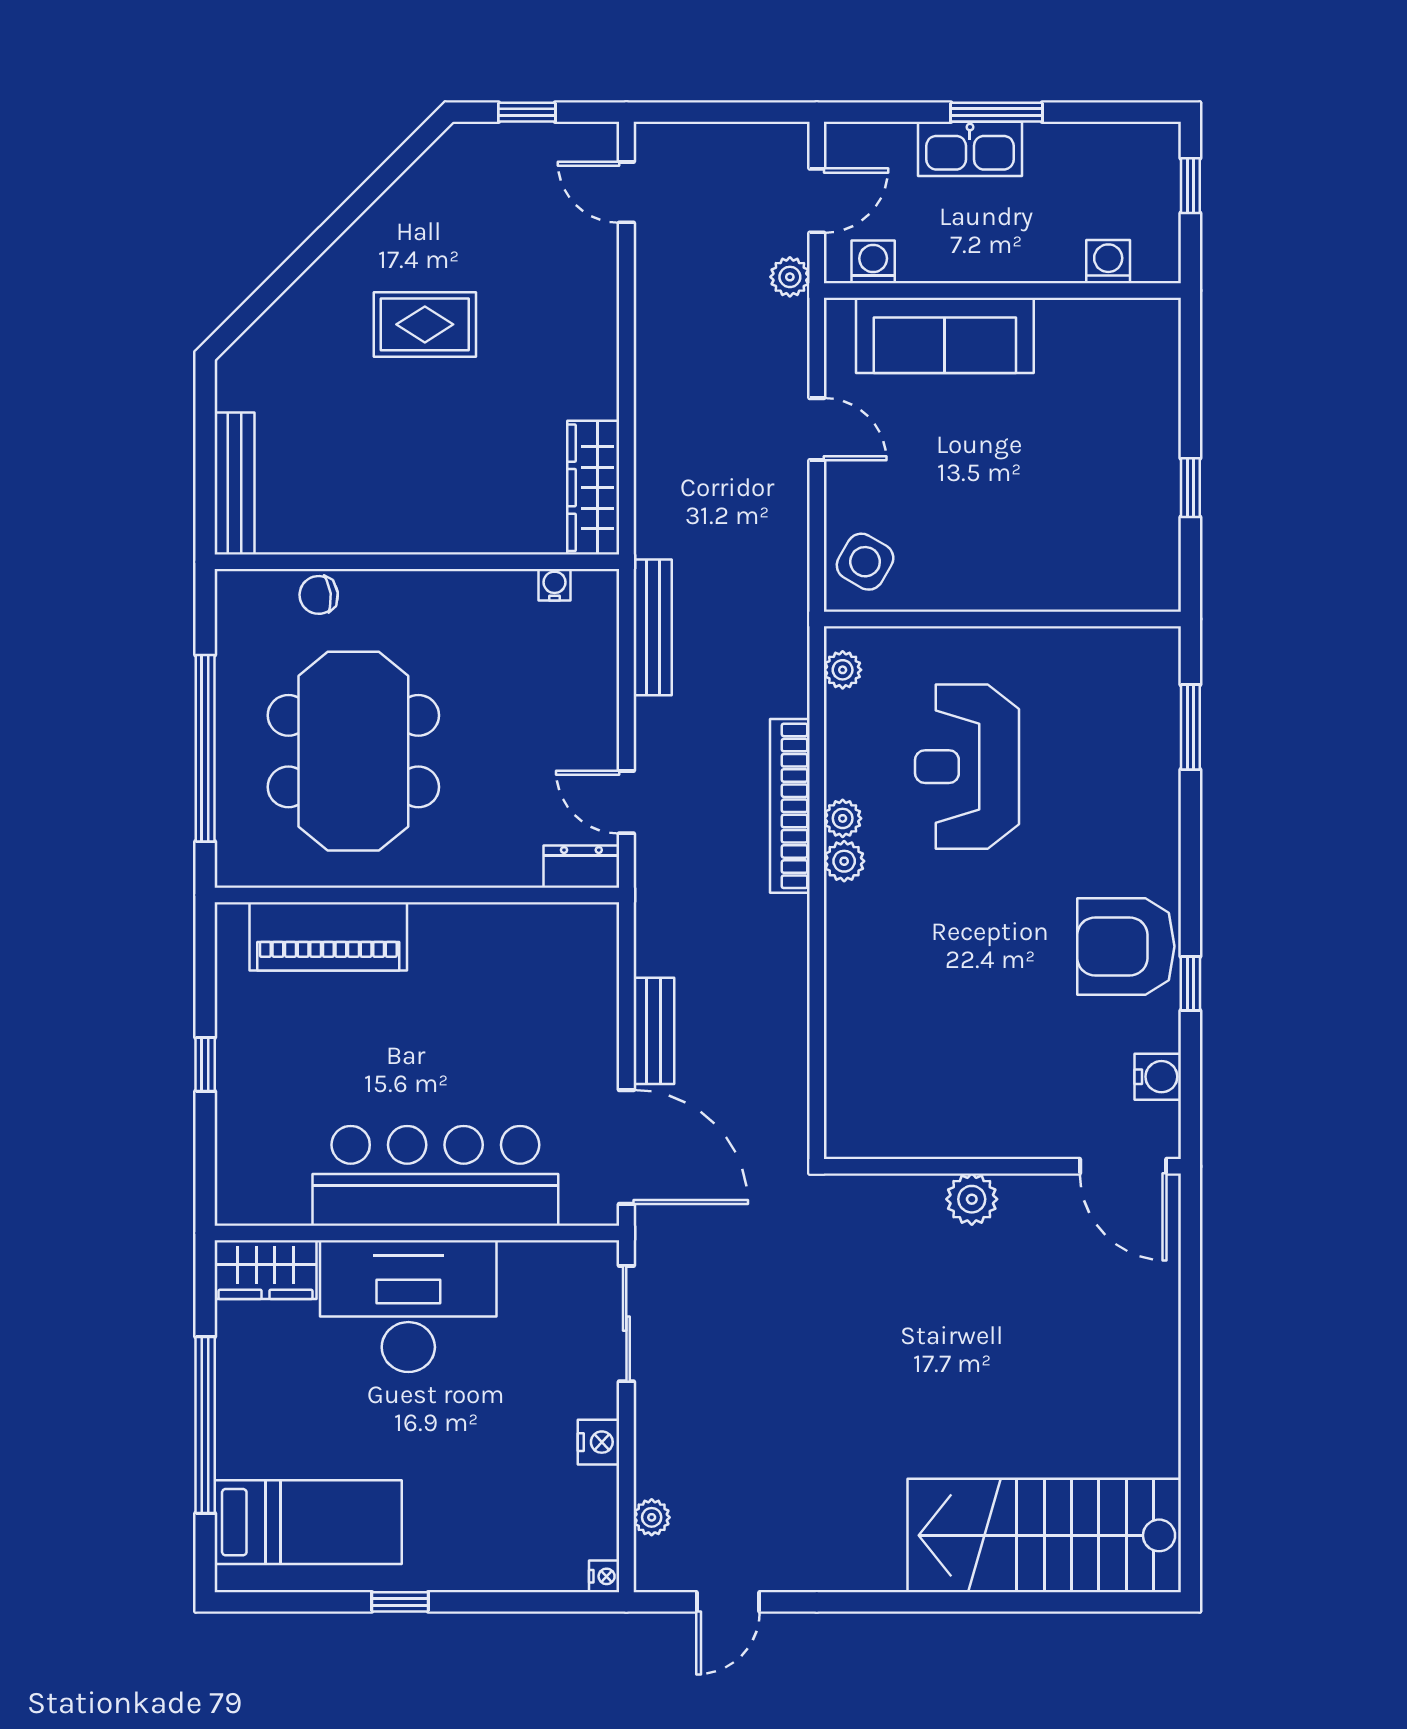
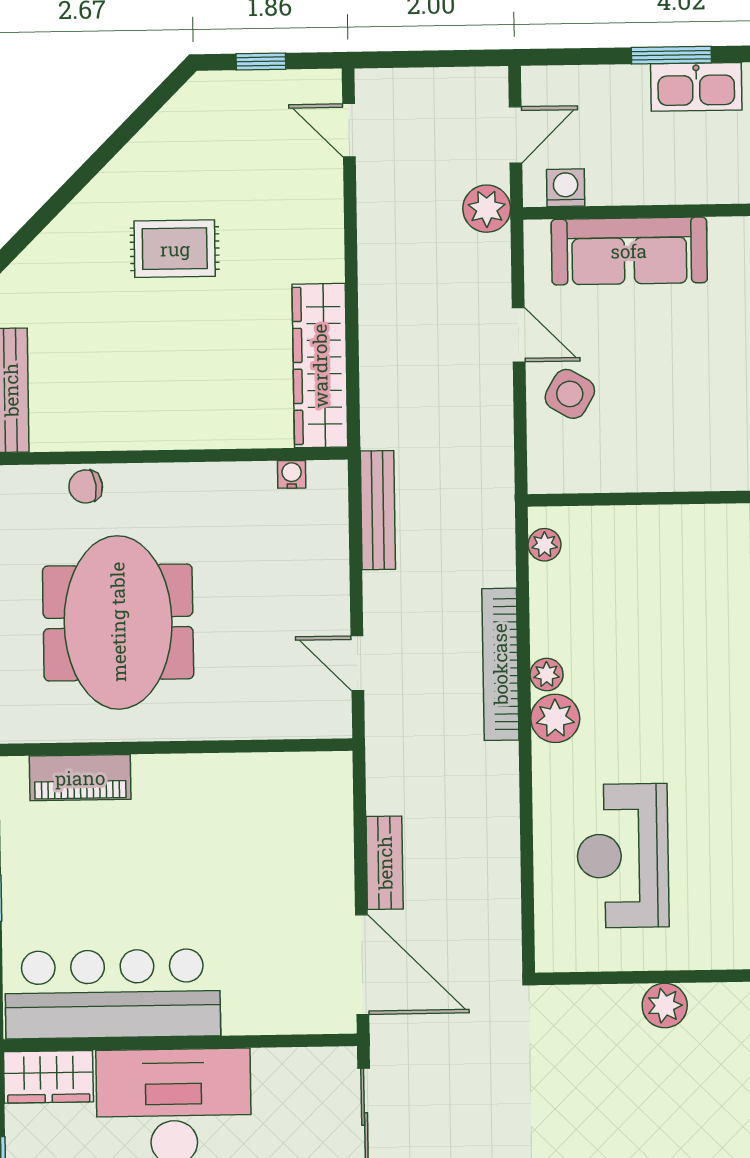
kitchen sink: (970, 149) -> (696, 87), moved
plant: (790, 277) -> (487, 209), width x1.38, depth x1.38
wardrobe: (593, 488) -> (320, 366), width x1.40, depth x1.17
side table: (865, 562) -> (570, 394), moved
reception desk: (967, 767) -> (623, 856), moved
plant: (844, 861) -> (555, 718), width x1.38, depth x1.38
dresser: (581, 867) -> (319, 720), removed
piano: (328, 936) -> (80, 778), width x0.73, depth x0.75
bar counter: (435, 1176) -> (113, 994), moved

